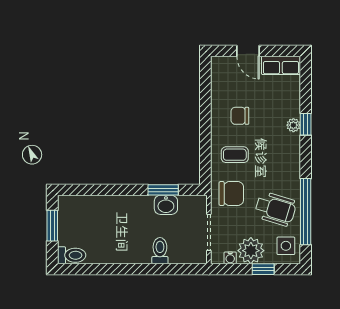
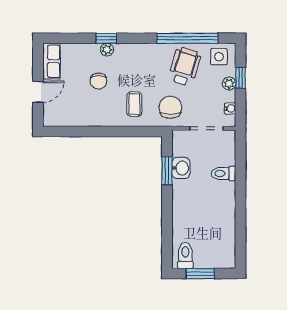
chair: (240, 116) -> (98, 81), moved
plant: (251, 251) -> (229, 83), width x0.53, depth x0.53
toilet: (72, 255) -> (185, 256), moved

